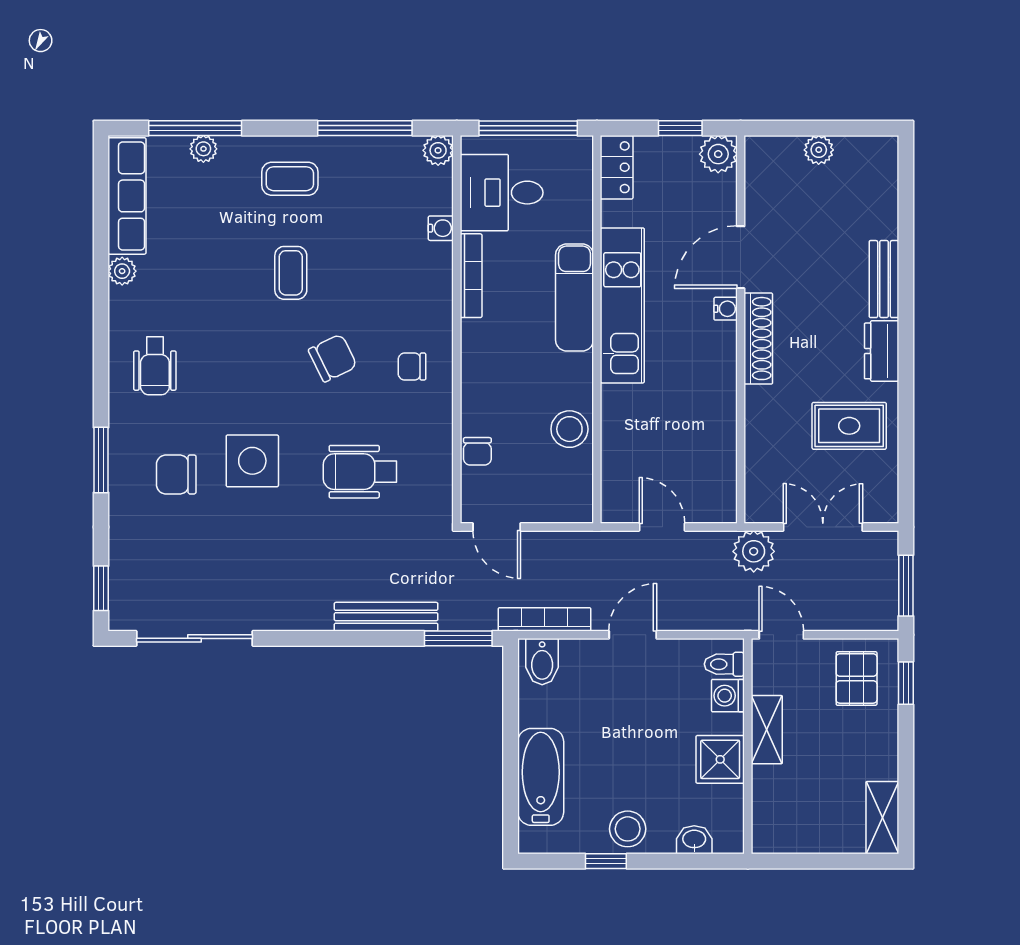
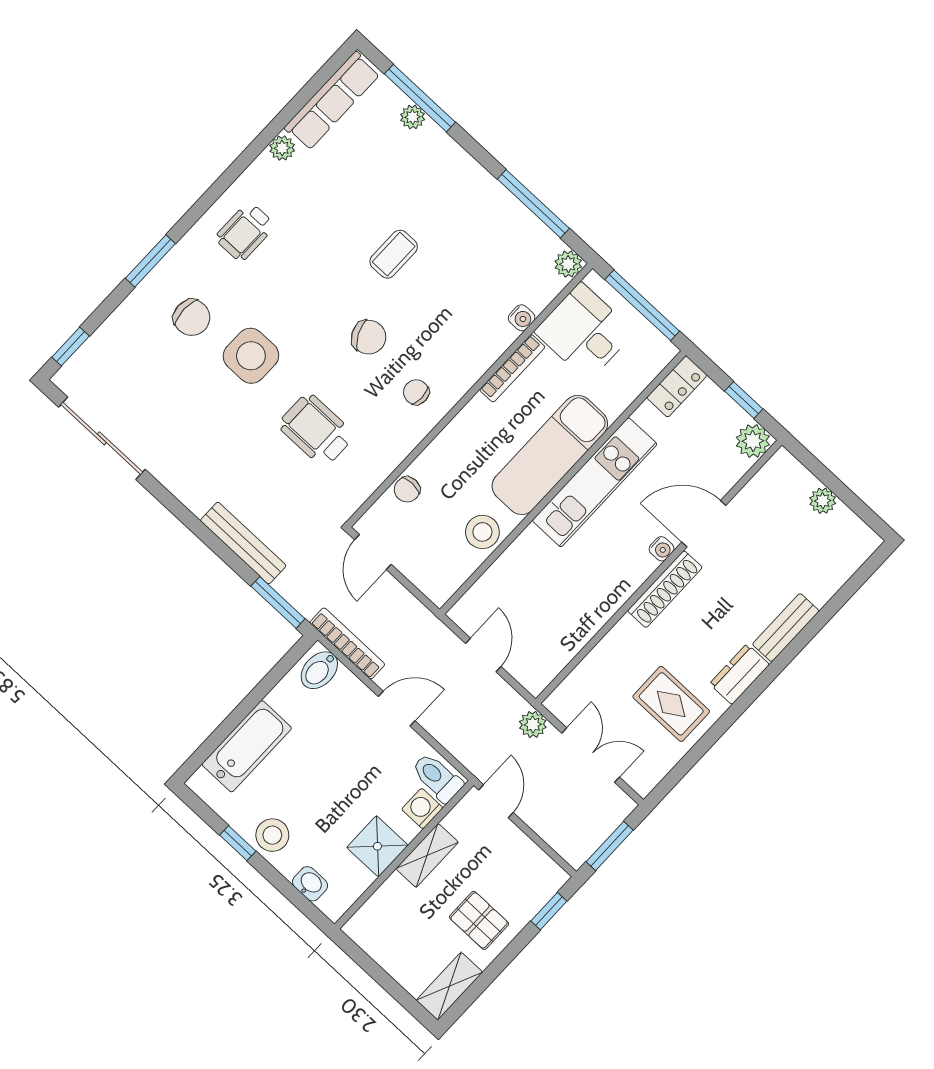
coffee table: (290, 179) -> (452, 191), removed
exam couch: (574, 297) -> (550, 455), width x1.36, depth x1.45
chair: (176, 474) -> (192, 318), turned 180
plant: (754, 551) -> (533, 724), width x0.73, depth x0.73
toilet: (724, 664) -> (437, 778), width x1.37, depth x1.39
pallet: (857, 678) -> (479, 920), moved, turned 90

